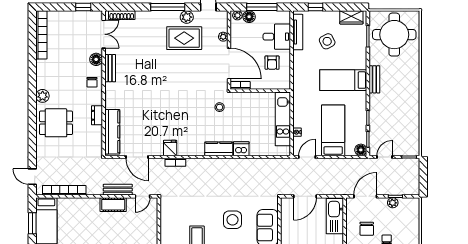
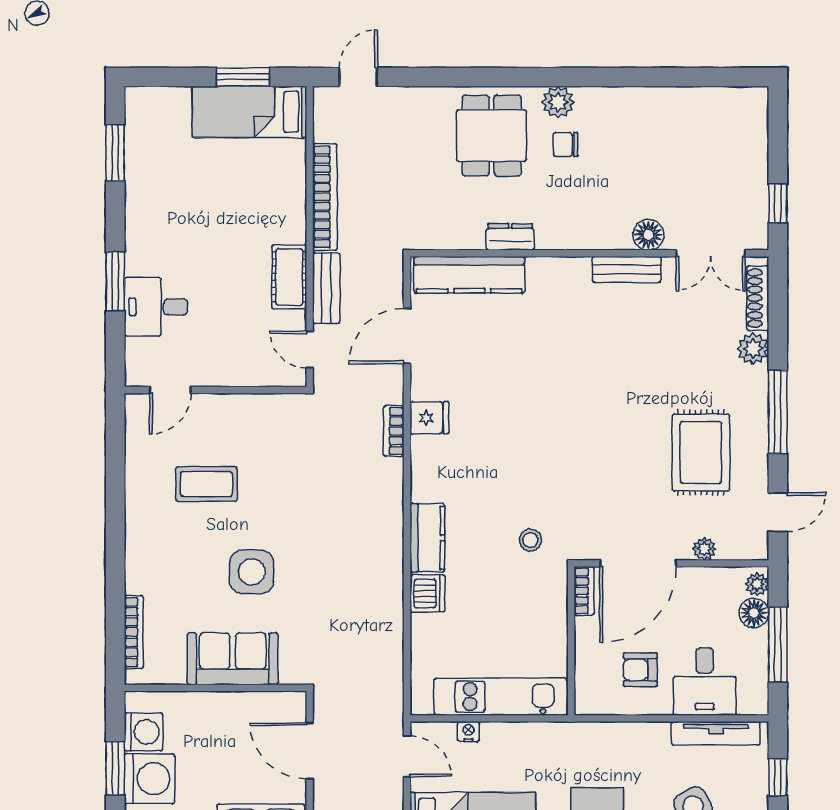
plant: (187, 17) -> (753, 349), moved
bookcase: (41, 35) -> (709, 100), removed
chair: (92, 82) -> (566, 144), moved
bookcase: (64, 190) -> (325, 197), moved

